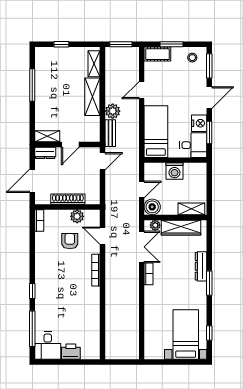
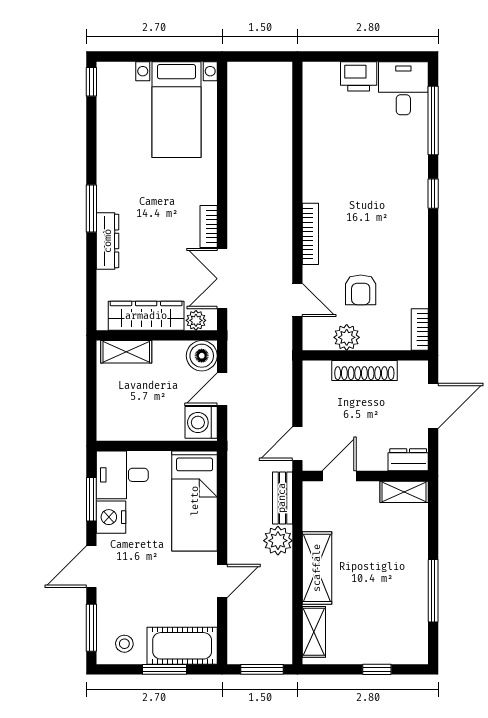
cot: (157, 54) -> (182, 646), width x1.37, depth x1.34
door: (70, 145) -> (339, 476), moved
washing machine: (174, 171) -> (201, 422), moved, turned -90
window: (209, 333) -> (91, 82), moved
bed with nightstands: (186, 334) -> (176, 110), moved

